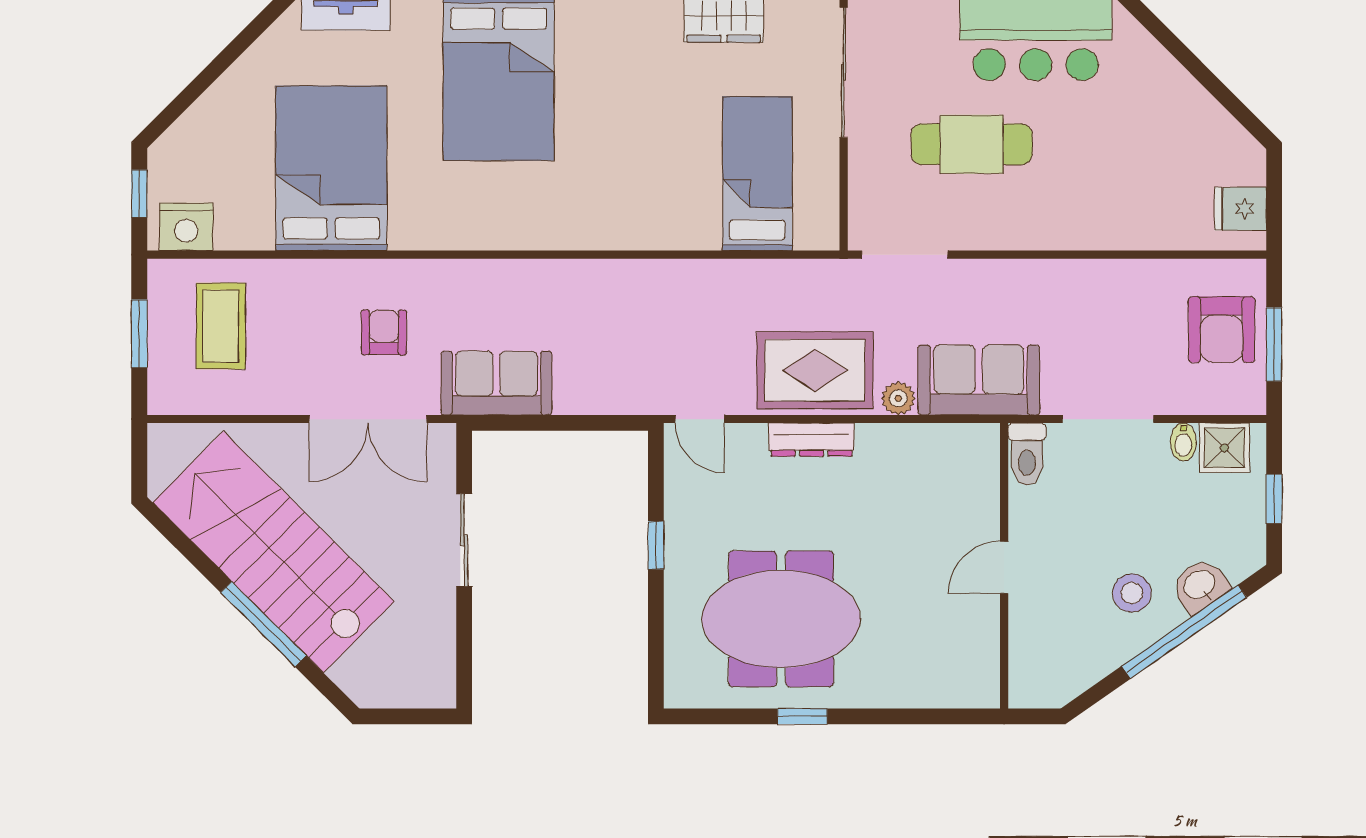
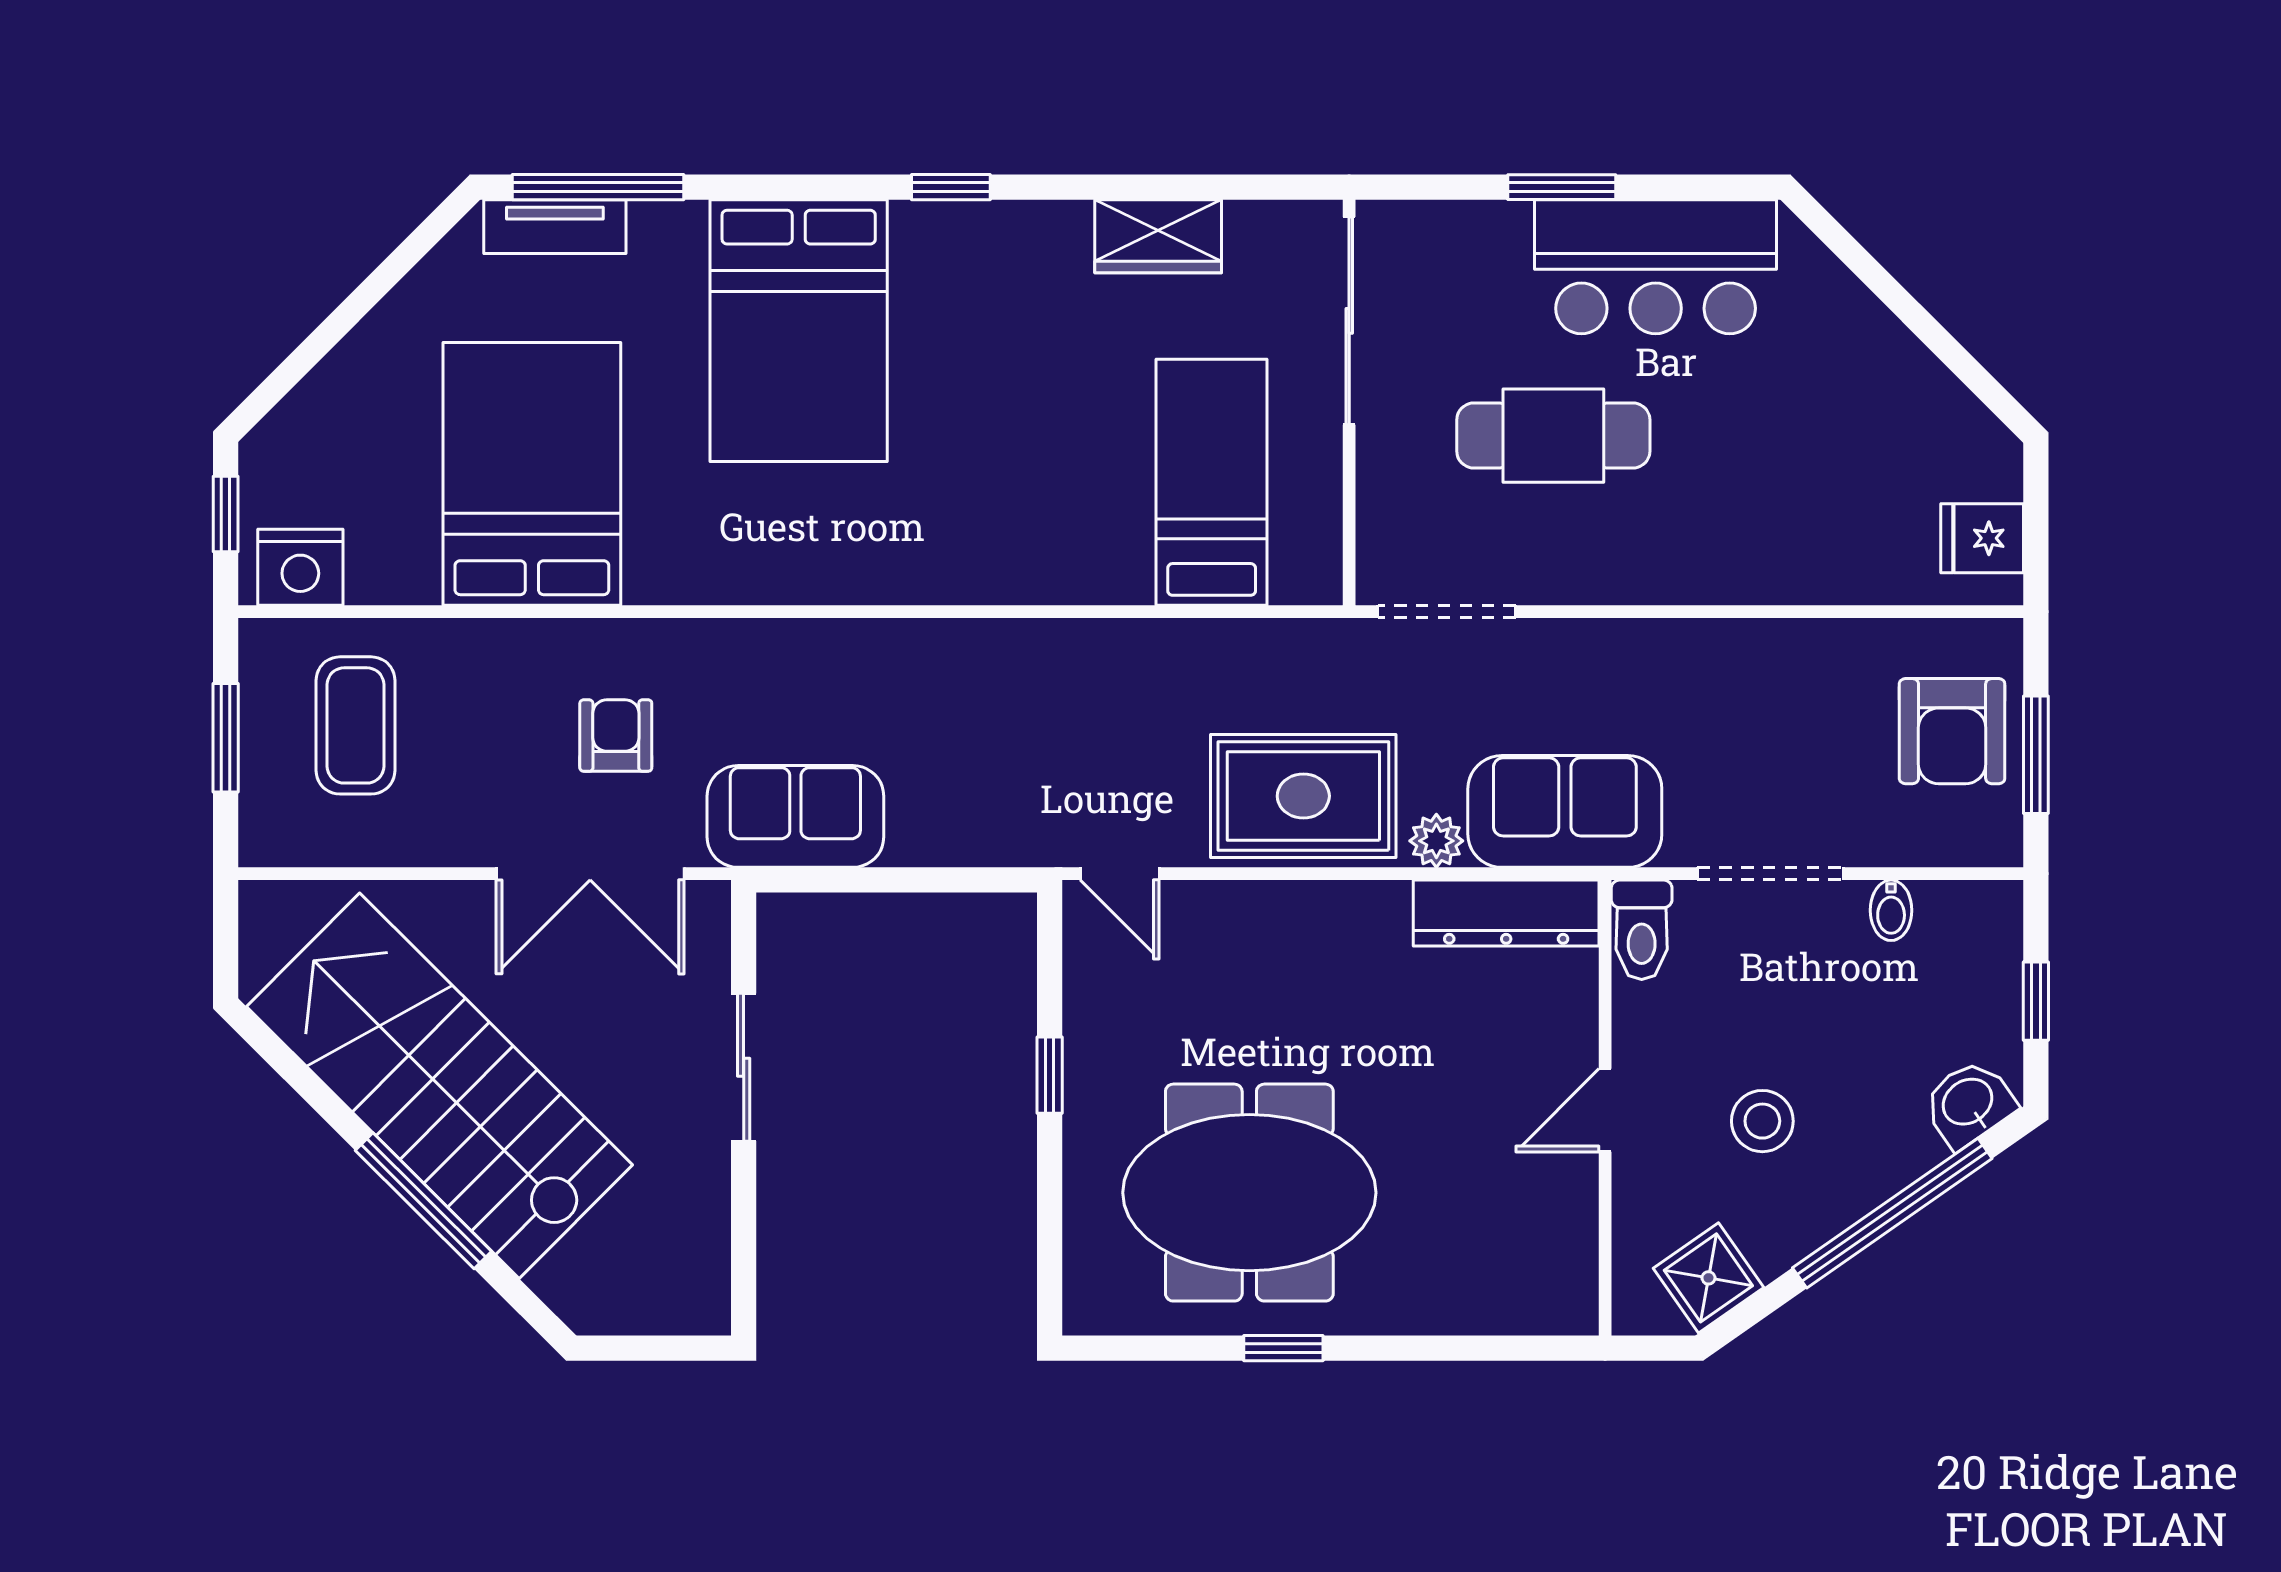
dresser: (812, 440) -> (1506, 913), moved, width x1.37, depth x1.24
shower: (1224, 448) -> (1708, 1278), moved, turned -35
washbasin: (1200, 585) -> (1969, 1103), moved
stool: (1132, 593) -> (1762, 1121), moved

